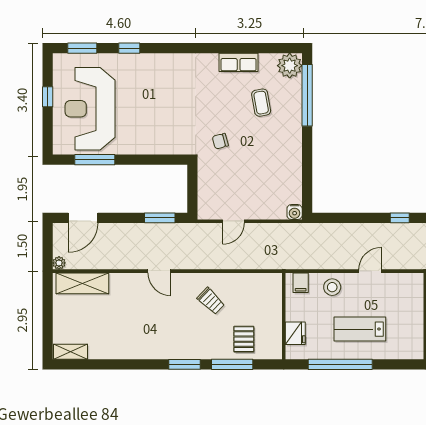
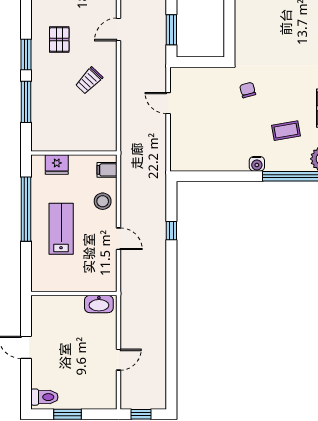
water cooler: (295, 212) -> (257, 164), moved, turned -90
window: (400, 218) -> (171, 231), moved
pallet: (244, 339) -> (59, 40), moved, turned 90

